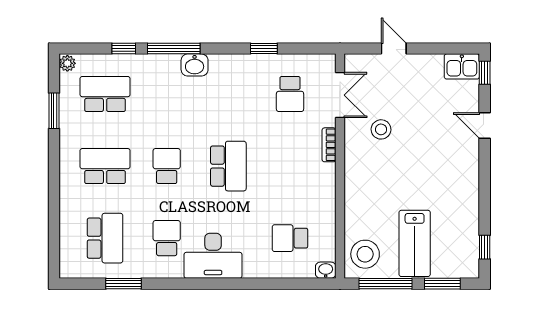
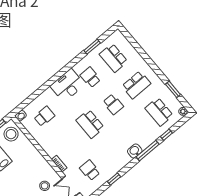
school desk: (105, 94) -> (159, 112), turned 90
school desk: (167, 238) -> (90, 77), turned 180

